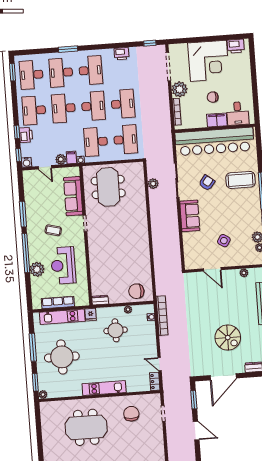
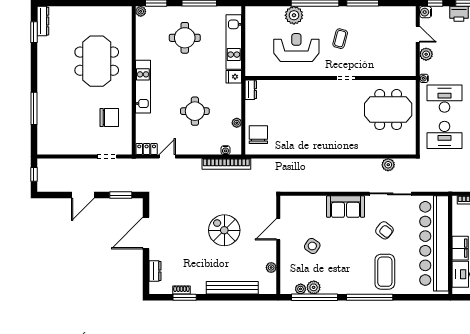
filing cabinet: (71, 157) -> (427, 67), removed
door: (45, 167) -> (418, 34), swing flipped
sofa: (73, 196) -> (380, 66), removed
row of seats: (58, 302) -> (252, 38), removed
round table: (116, 330) -> (195, 111), moved
spiral stairs: (228, 338) -> (224, 230), moved, turned 90
round table: (62, 357) -> (185, 38), width x0.73, depth x0.73
door: (223, 377) -> (146, 233), hinge flipped

